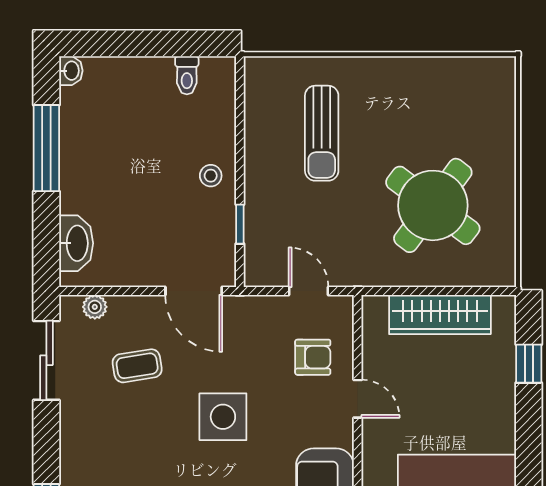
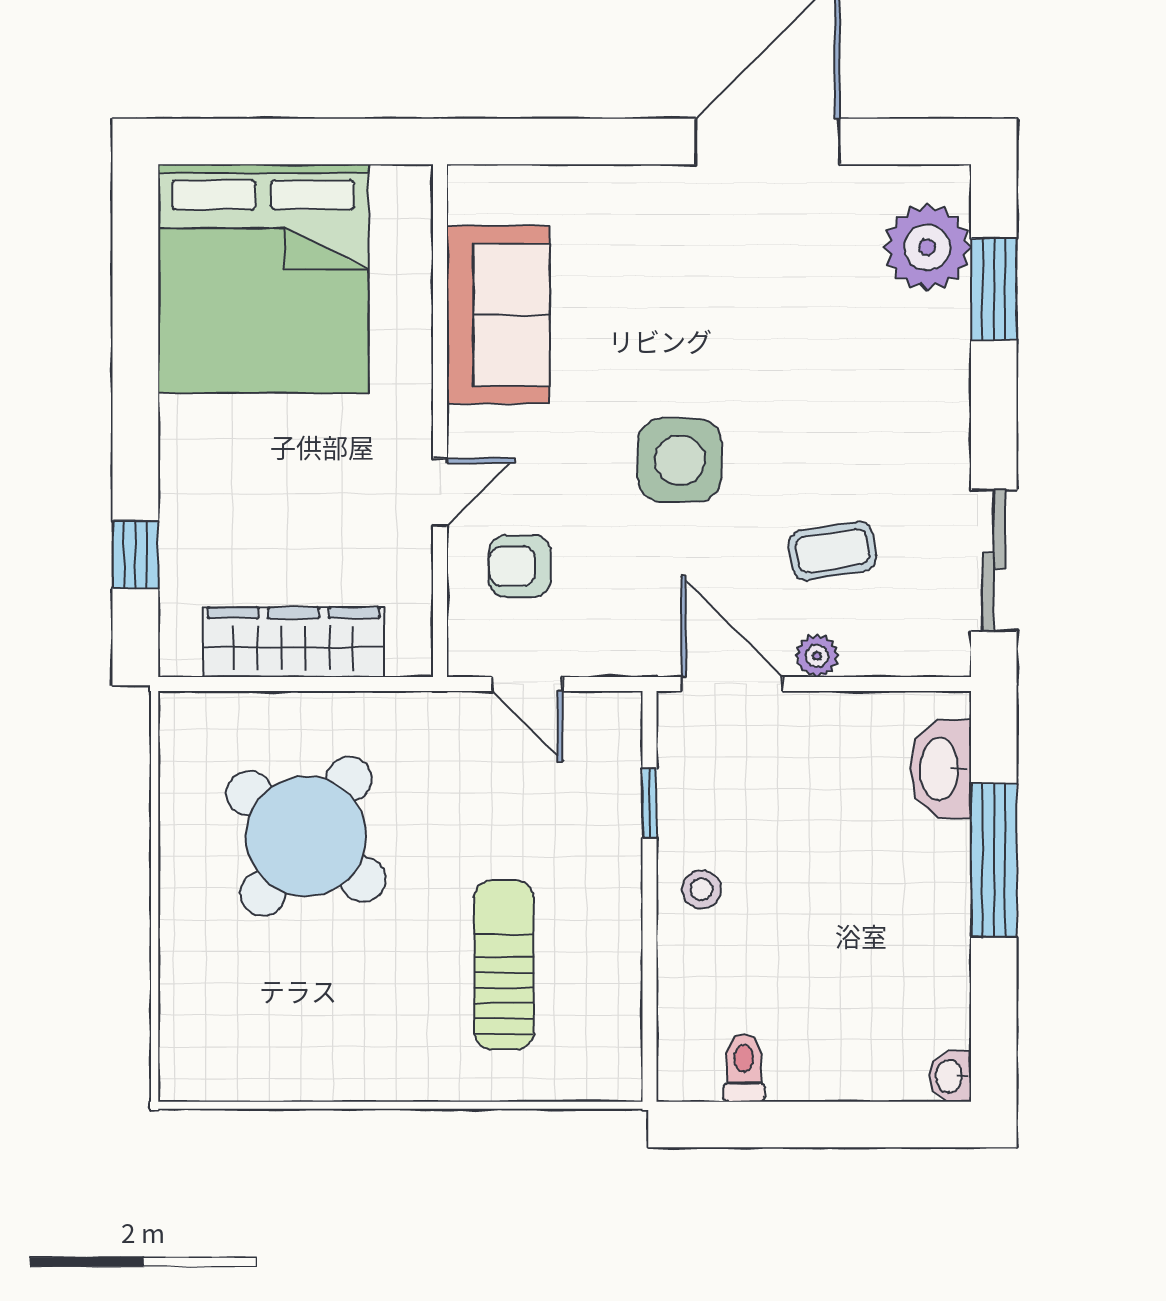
window: (46, 148) -> (994, 860), moved
plant: (95, 307) -> (817, 656), moved
door: (358, 399) -> (440, 492), swing flipped

